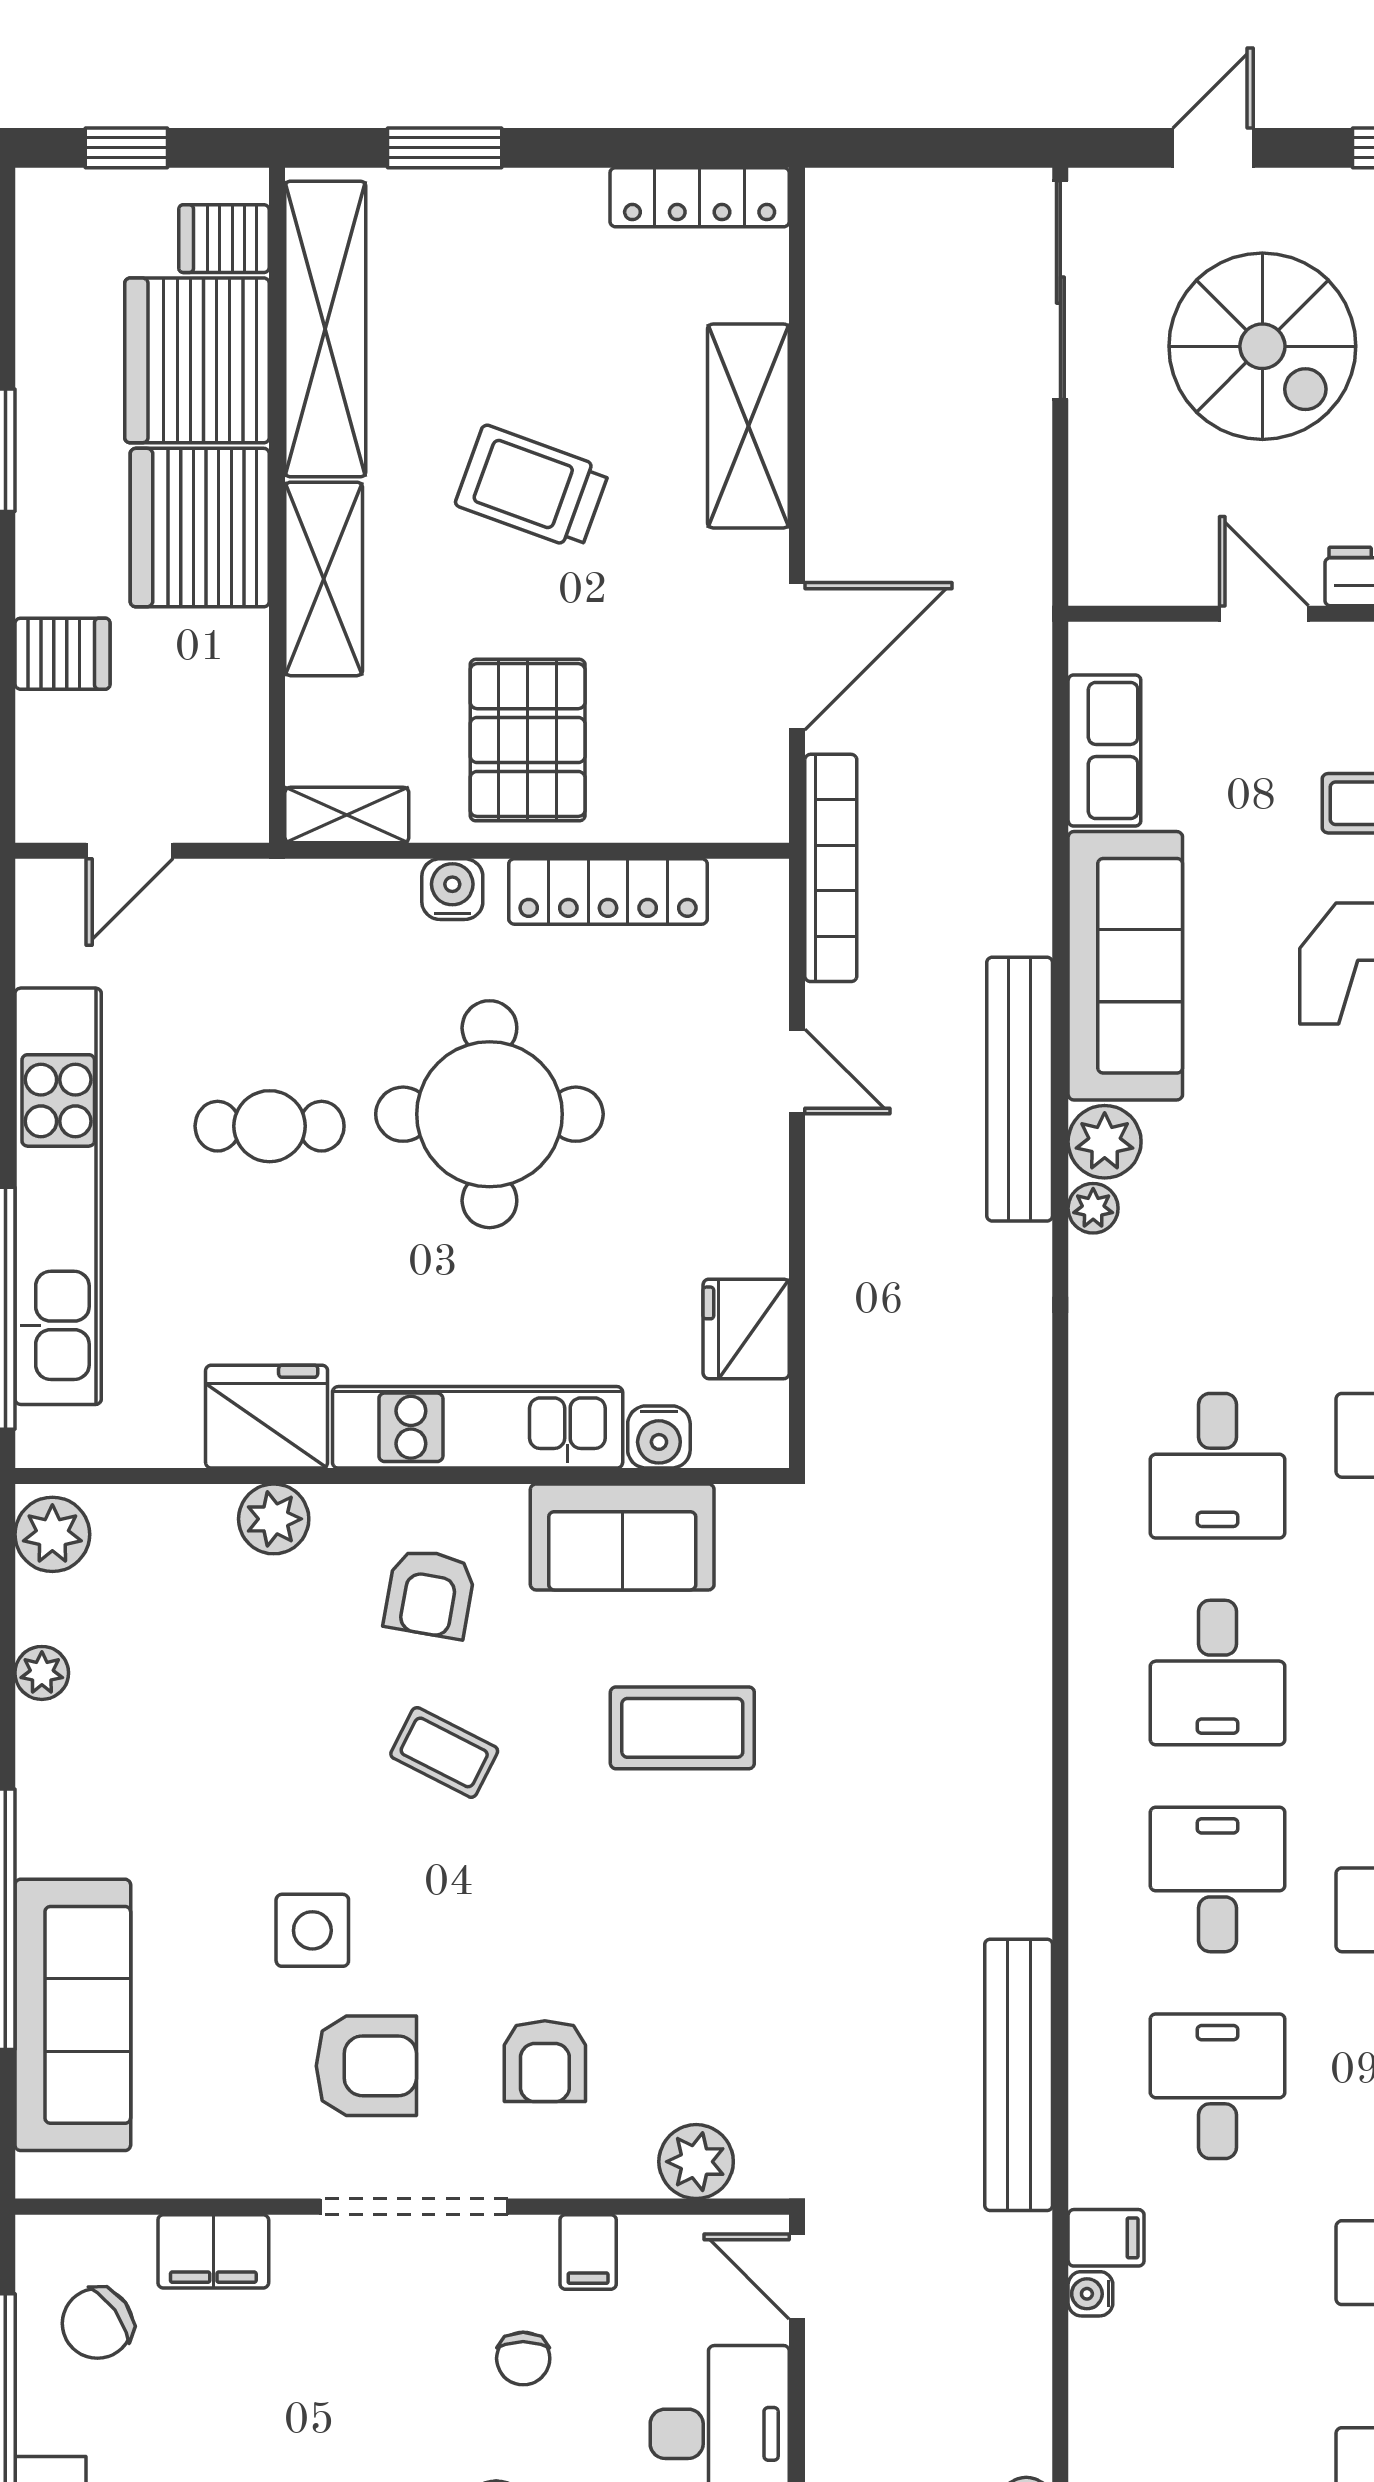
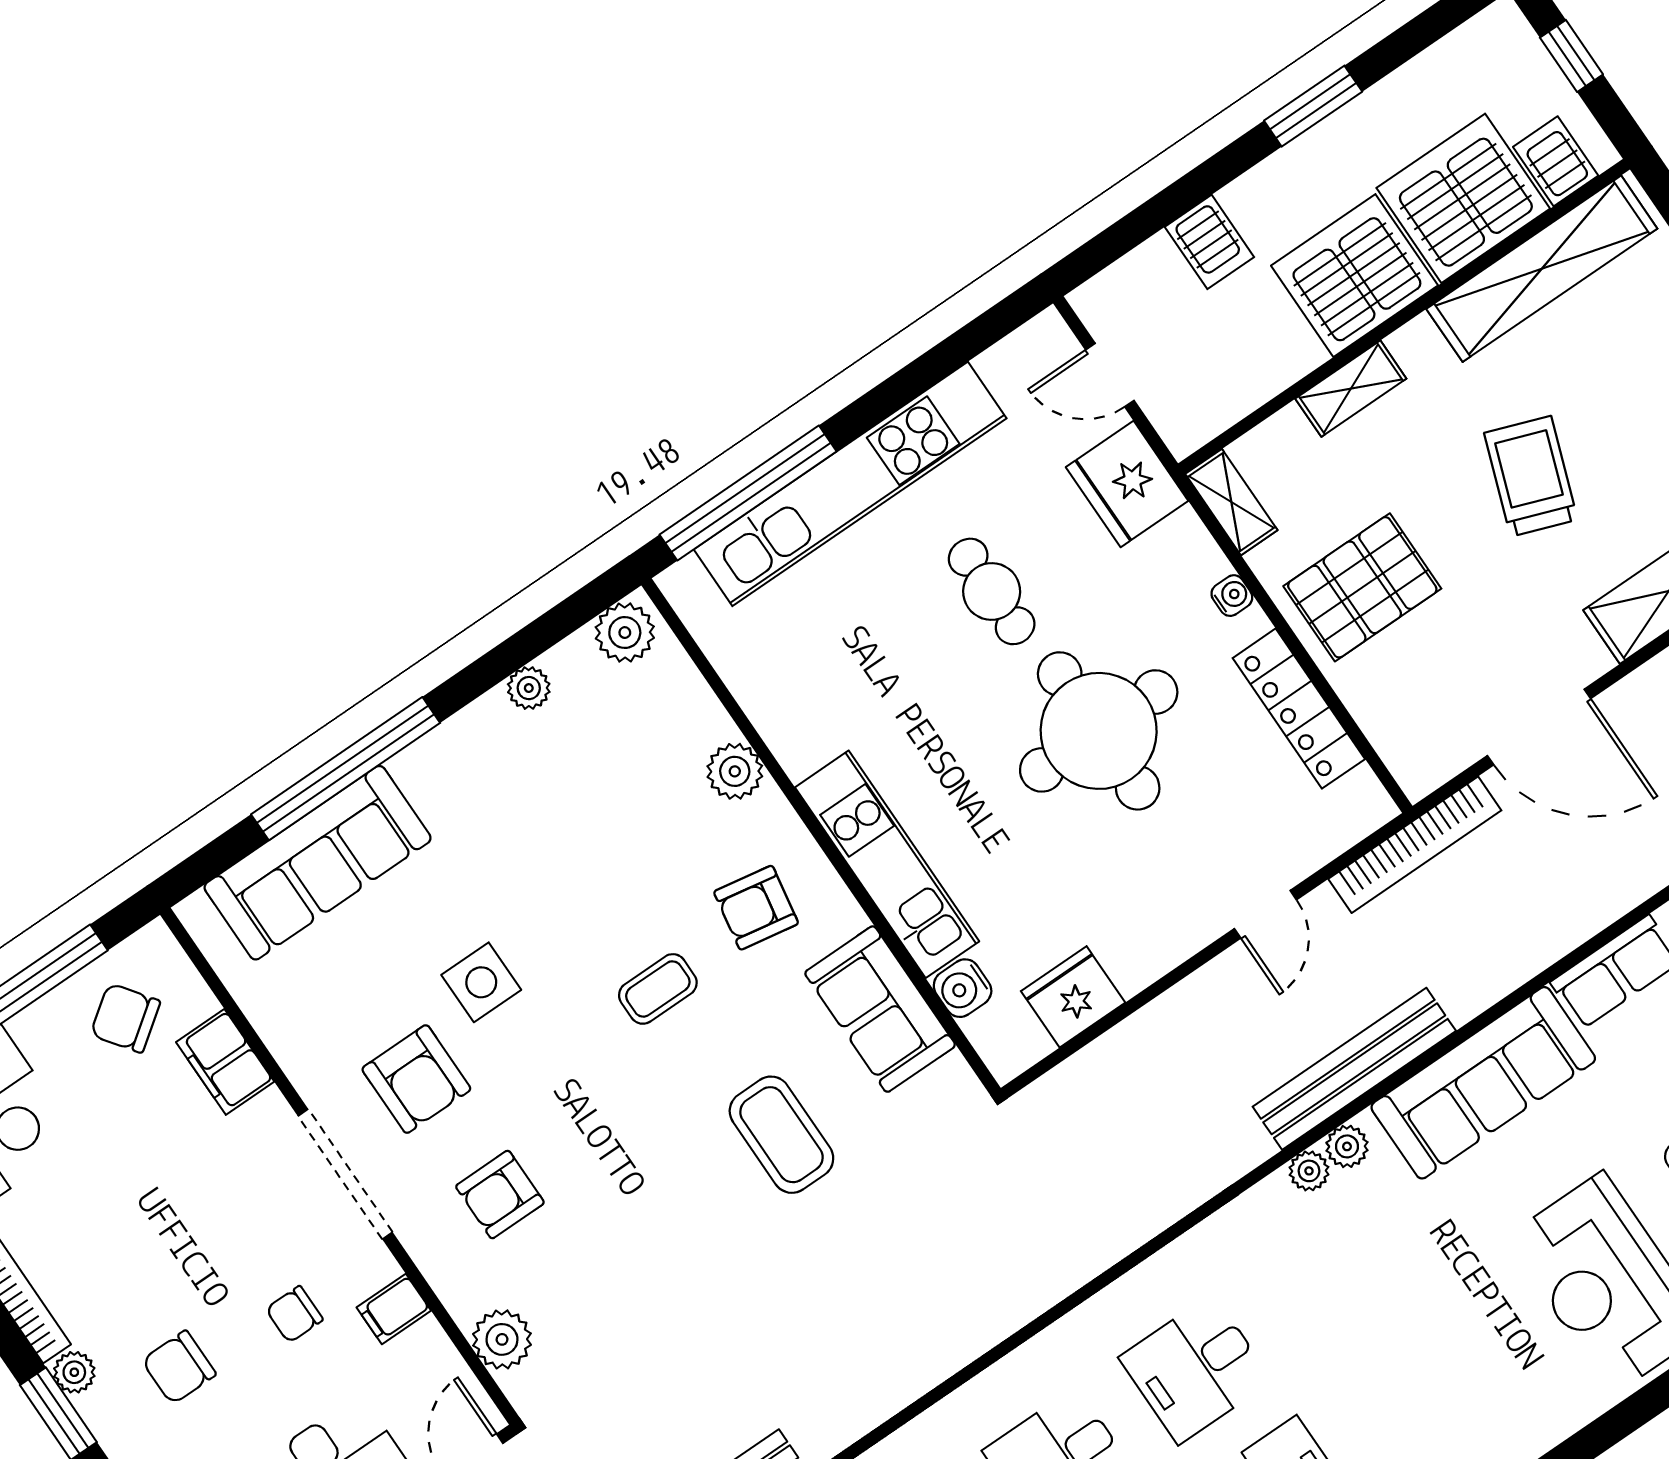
shelving: (324, 579) -> (1351, 389), width x0.67, depth x0.75
water cooler: (452, 889) -> (1232, 596), width x0.72, depth x0.72
plant: (1105, 1142) -> (1347, 1146), width x0.73, depth x0.73
fridge: (267, 1417) -> (1127, 484), moved, turned 180
coffee table: (444, 1752) -> (658, 989), turned 63

